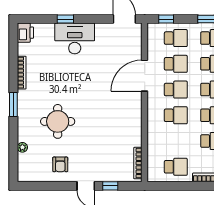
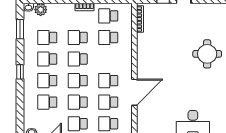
school desk: (176, 115) -> (108, 37), moved
armchair: (60, 164) -> (205, 18), removed

